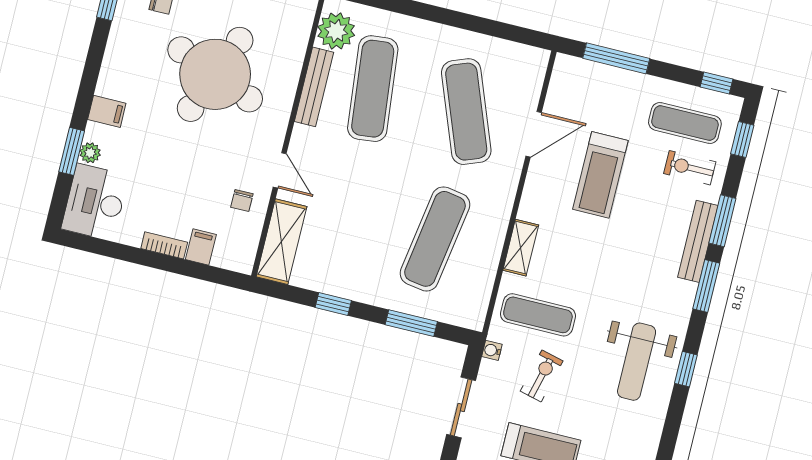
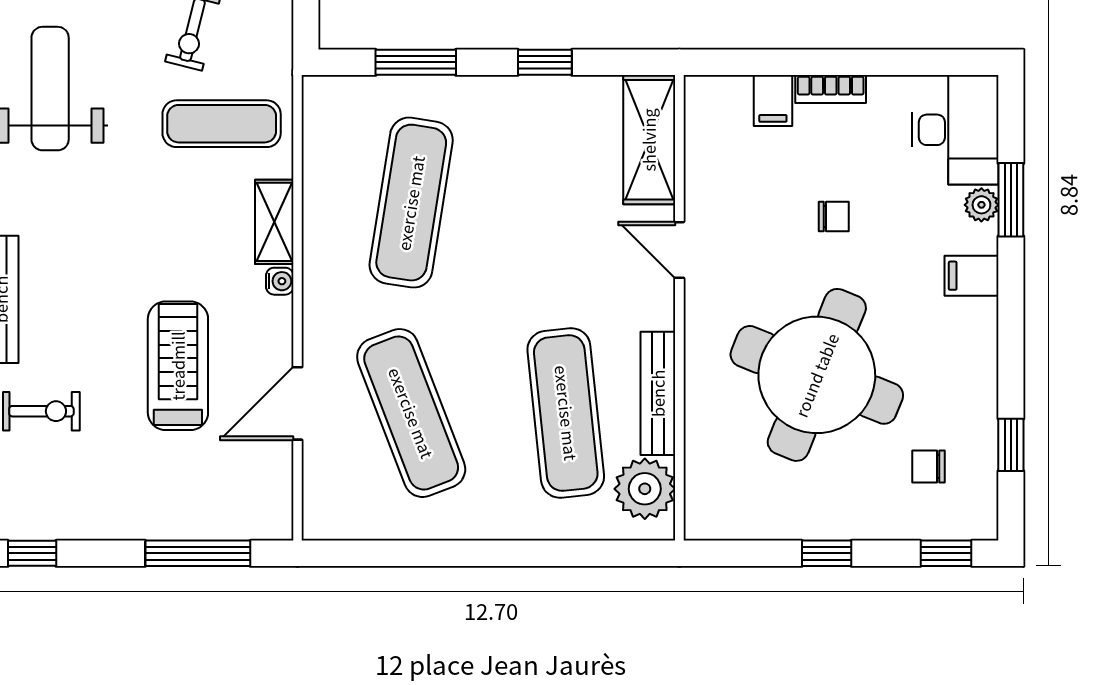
exercise mat: (685, 123) -> (66, 479), removed
chair: (242, 200) -> (834, 216), moved, turned 90
water cooler: (492, 350) -> (280, 281), moved

